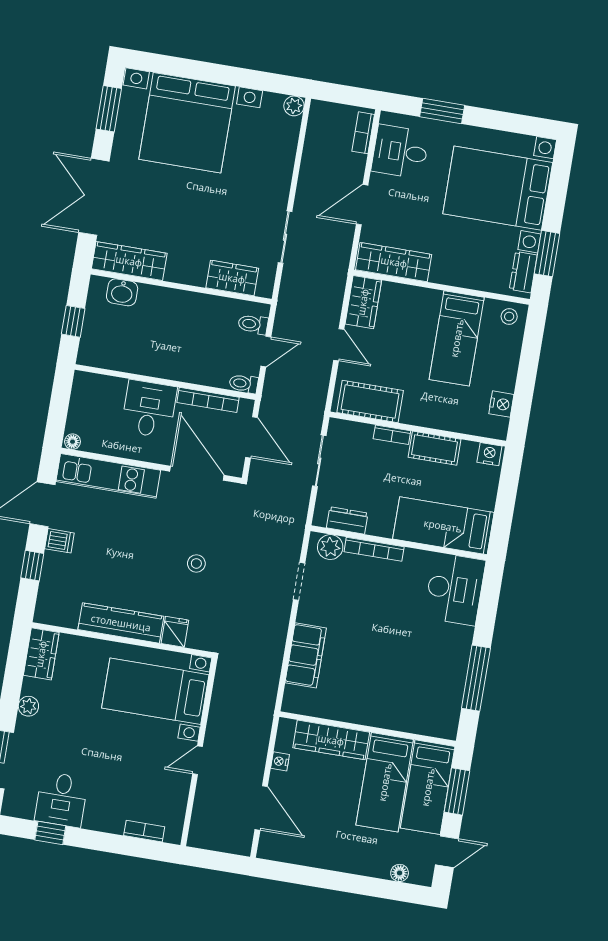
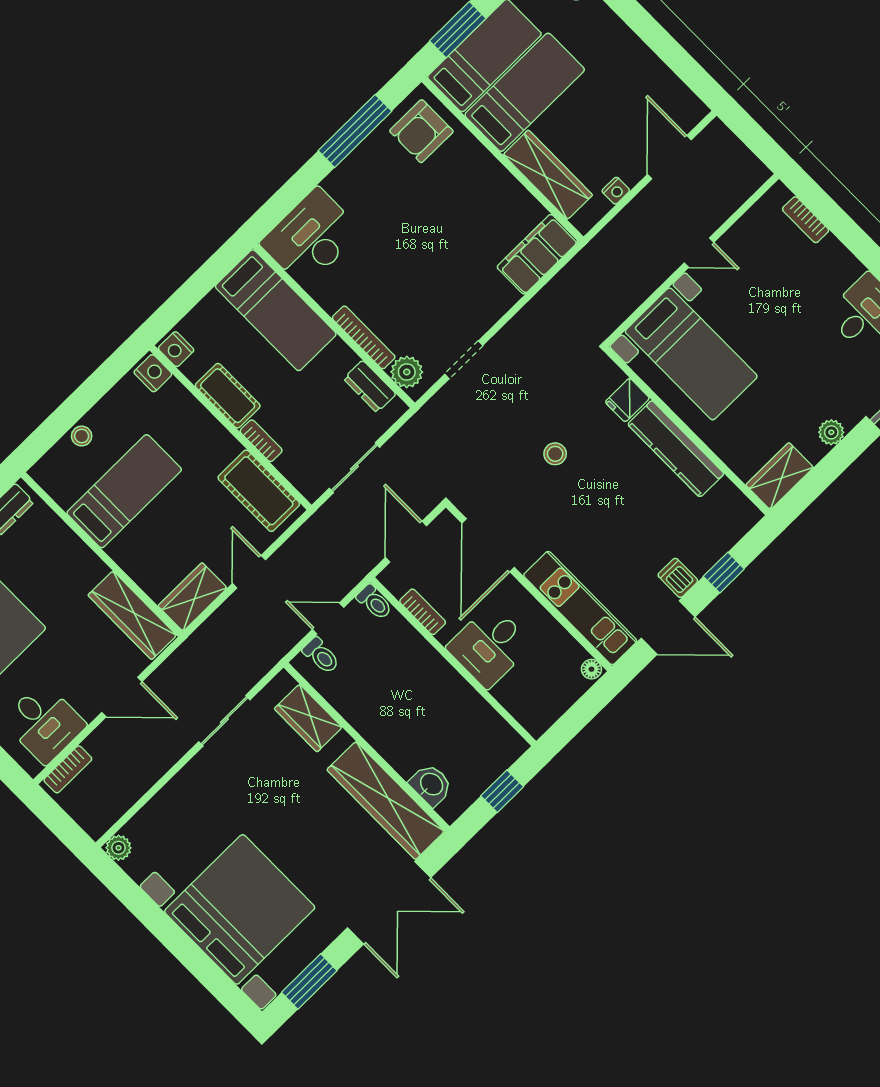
wardrobe: (129, 261) -> (386, 800), width x1.40, depth x1.17
stool: (509, 317) -> (82, 436), moved
bookcase: (208, 400) -> (423, 612), width x0.64
nightstand: (501, 404) -> (153, 373), moved, turned 90
filing cabinet: (306, 655) -> (537, 254), moved
armchair: (433, 709) -> (421, 131), added

